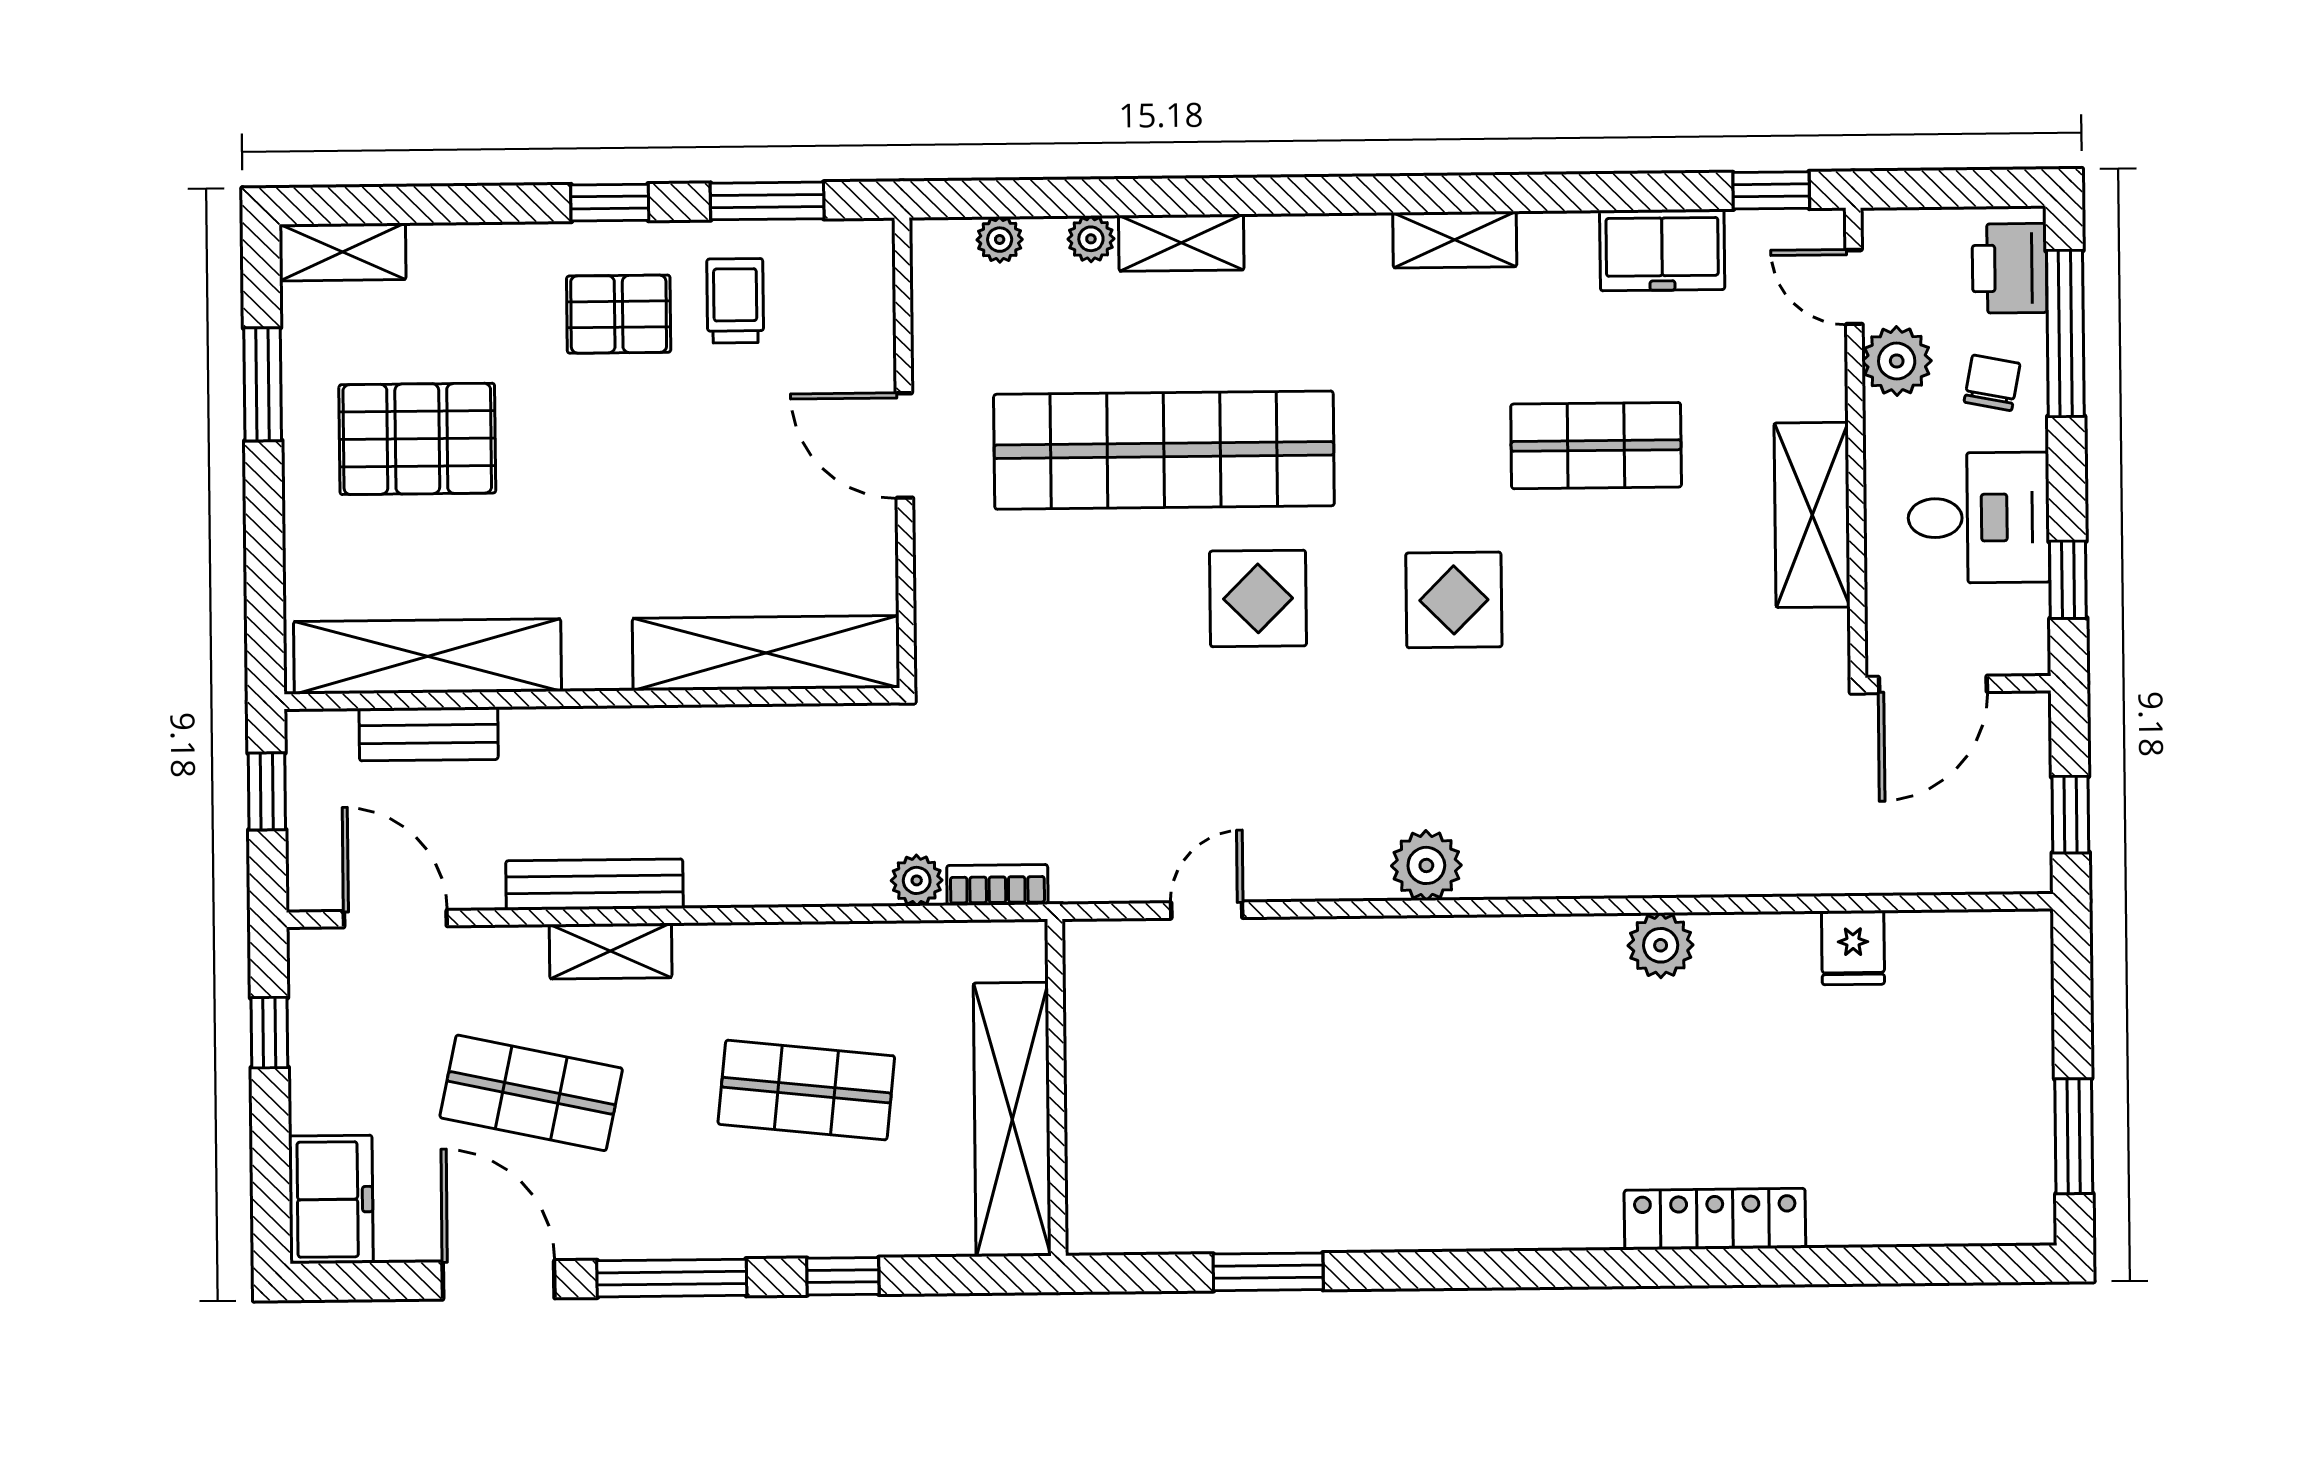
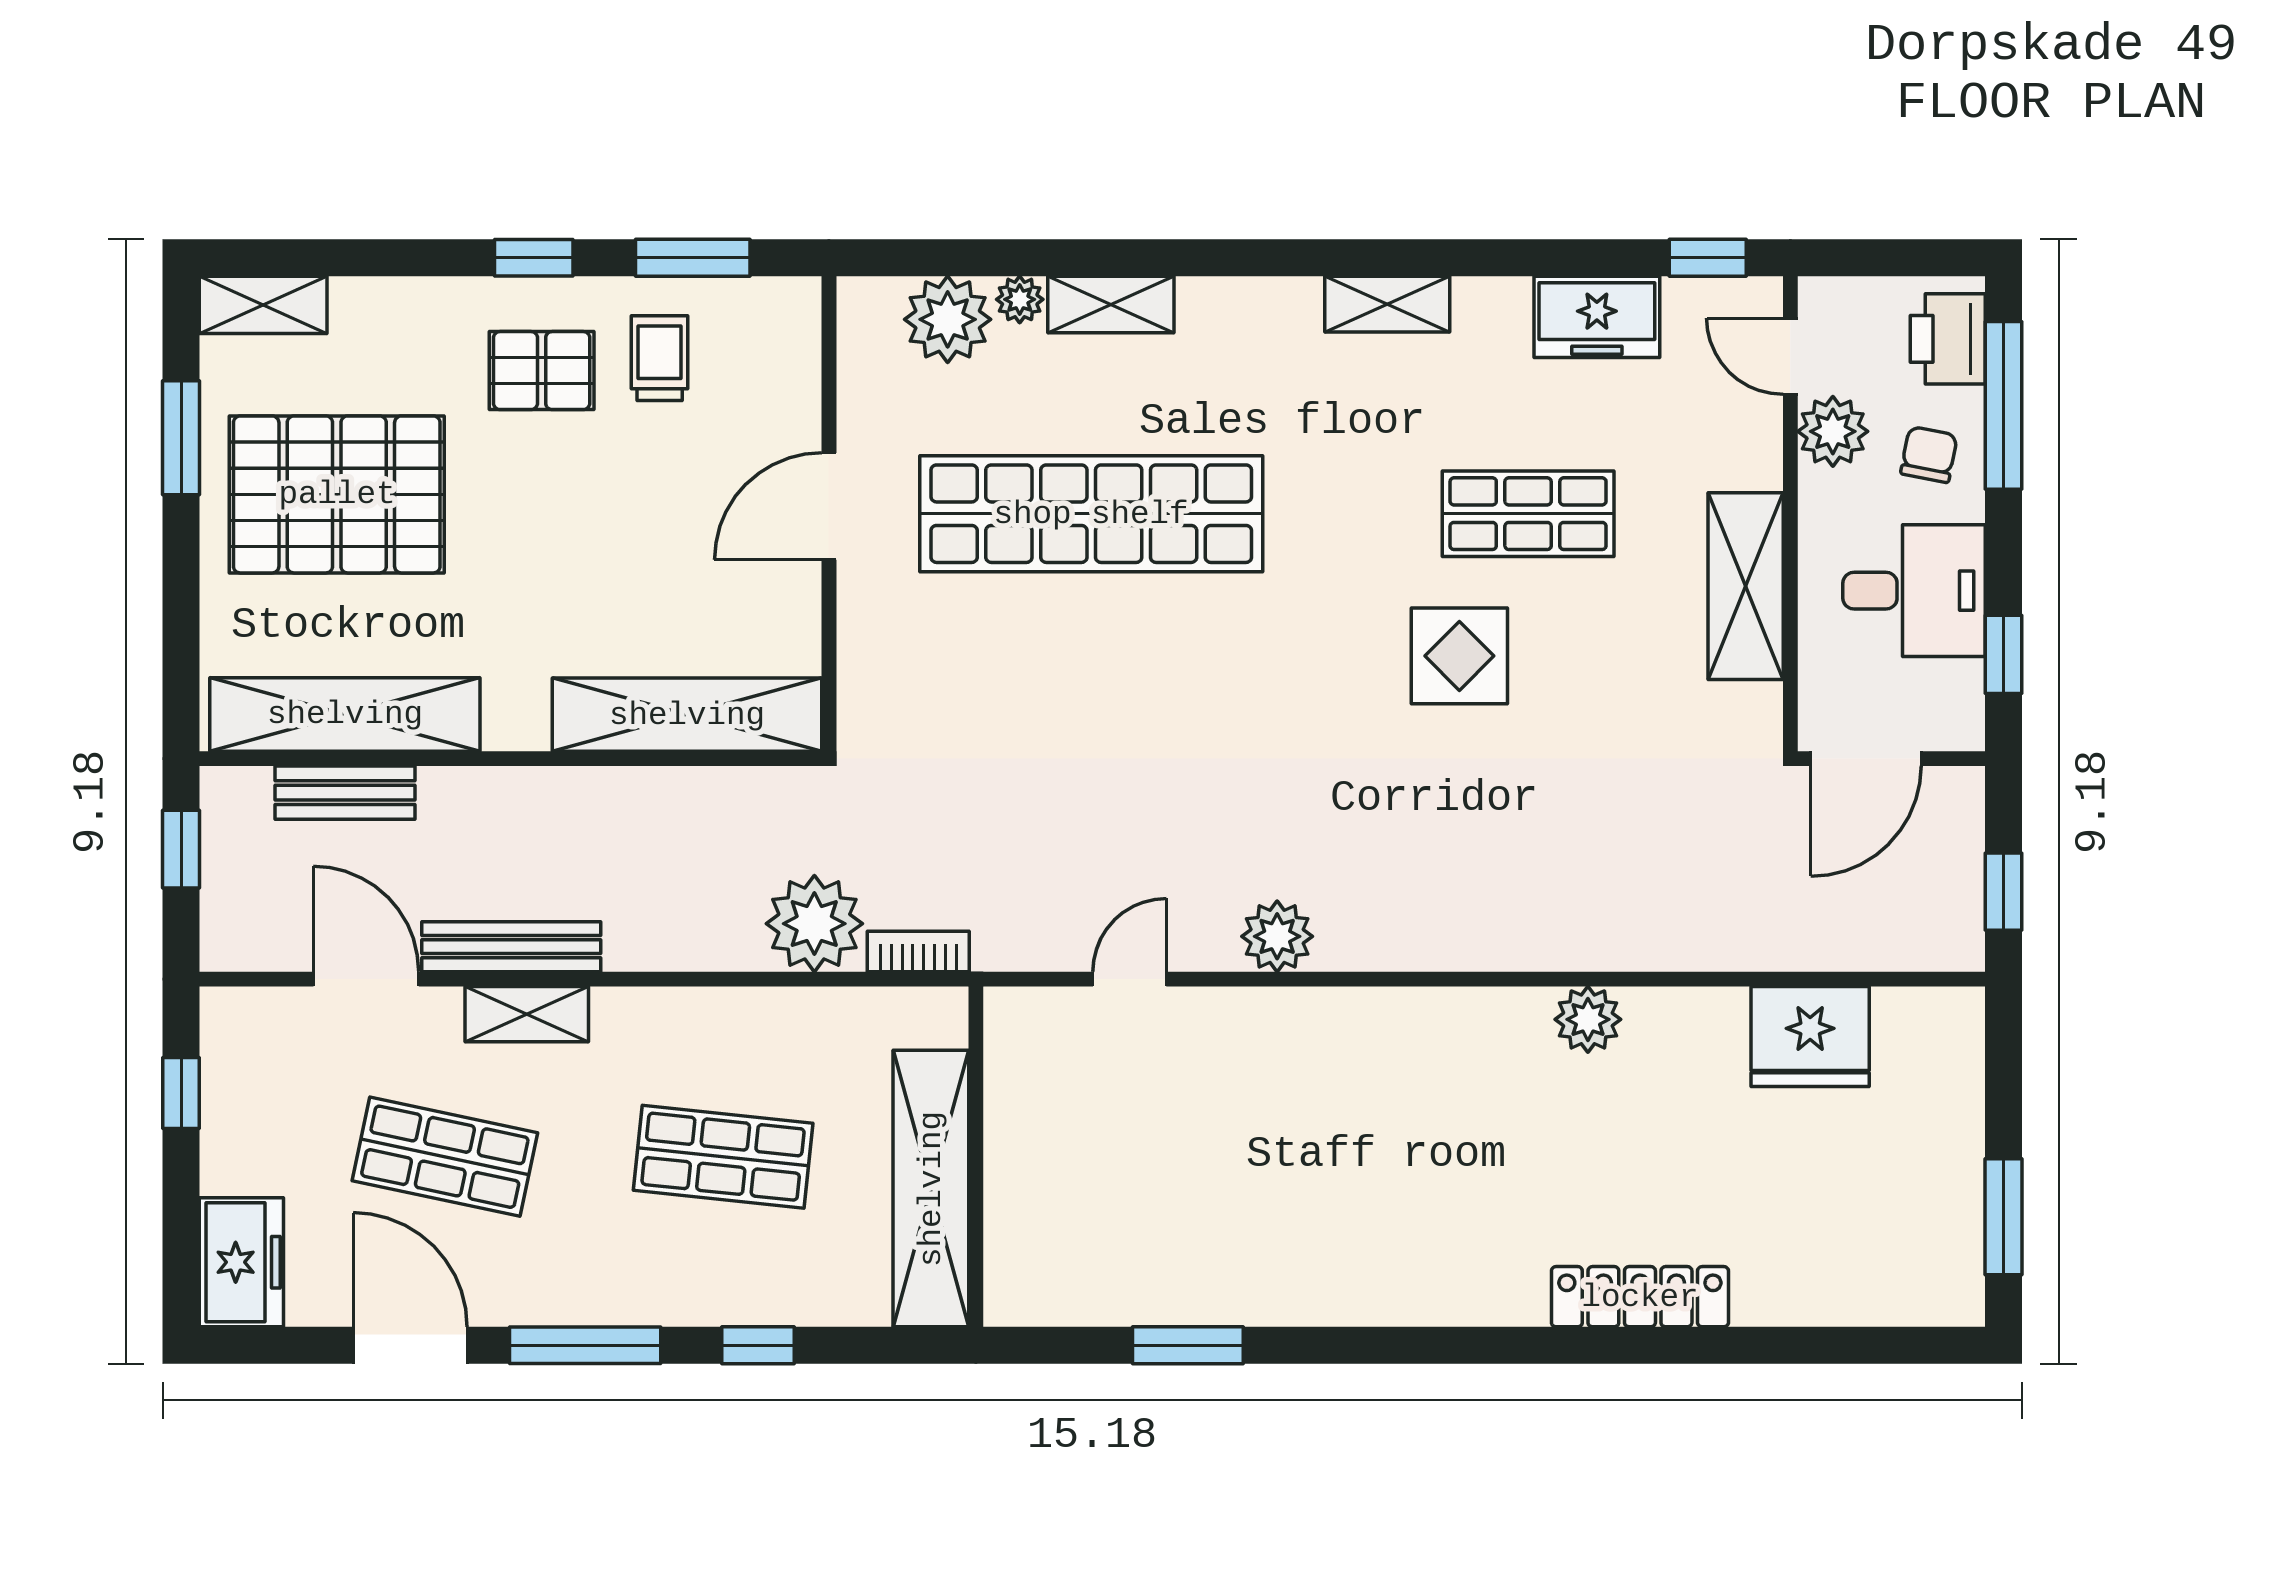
plant: (1000, 240) -> (948, 319), width x1.88, depth x1.88
pallet: (417, 439) -> (337, 494), width x1.37, depth x1.41
door: (904, 446) -> (829, 506), hinge flipped
display table: (1258, 598) -> (1185, 665), removed
display table: (1454, 600) -> (1459, 656), moved
plant: (1426, 865) -> (1277, 936), moved
plant: (917, 880) -> (814, 924), width x1.88, depth x1.88
door: (395, 919) -> (366, 979), moved
fridge: (1853, 948) -> (1810, 1036), width x1.88, depth x1.34

